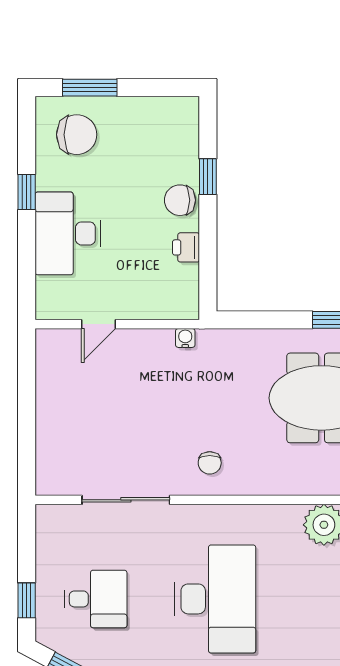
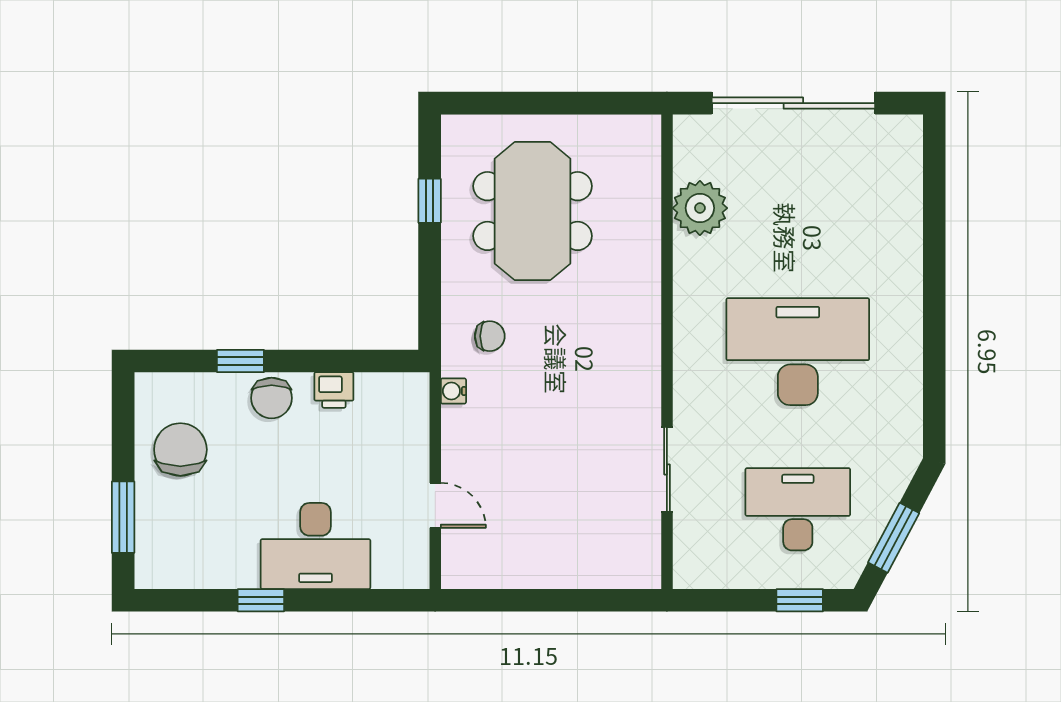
chair: (77, 135) -> (180, 450), moved
chair: (210, 463) -> (490, 336), moved
sliding door: (126, 500) -> (667, 469), width x0.73
desk: (96, 599) -> (798, 509), width x1.37

